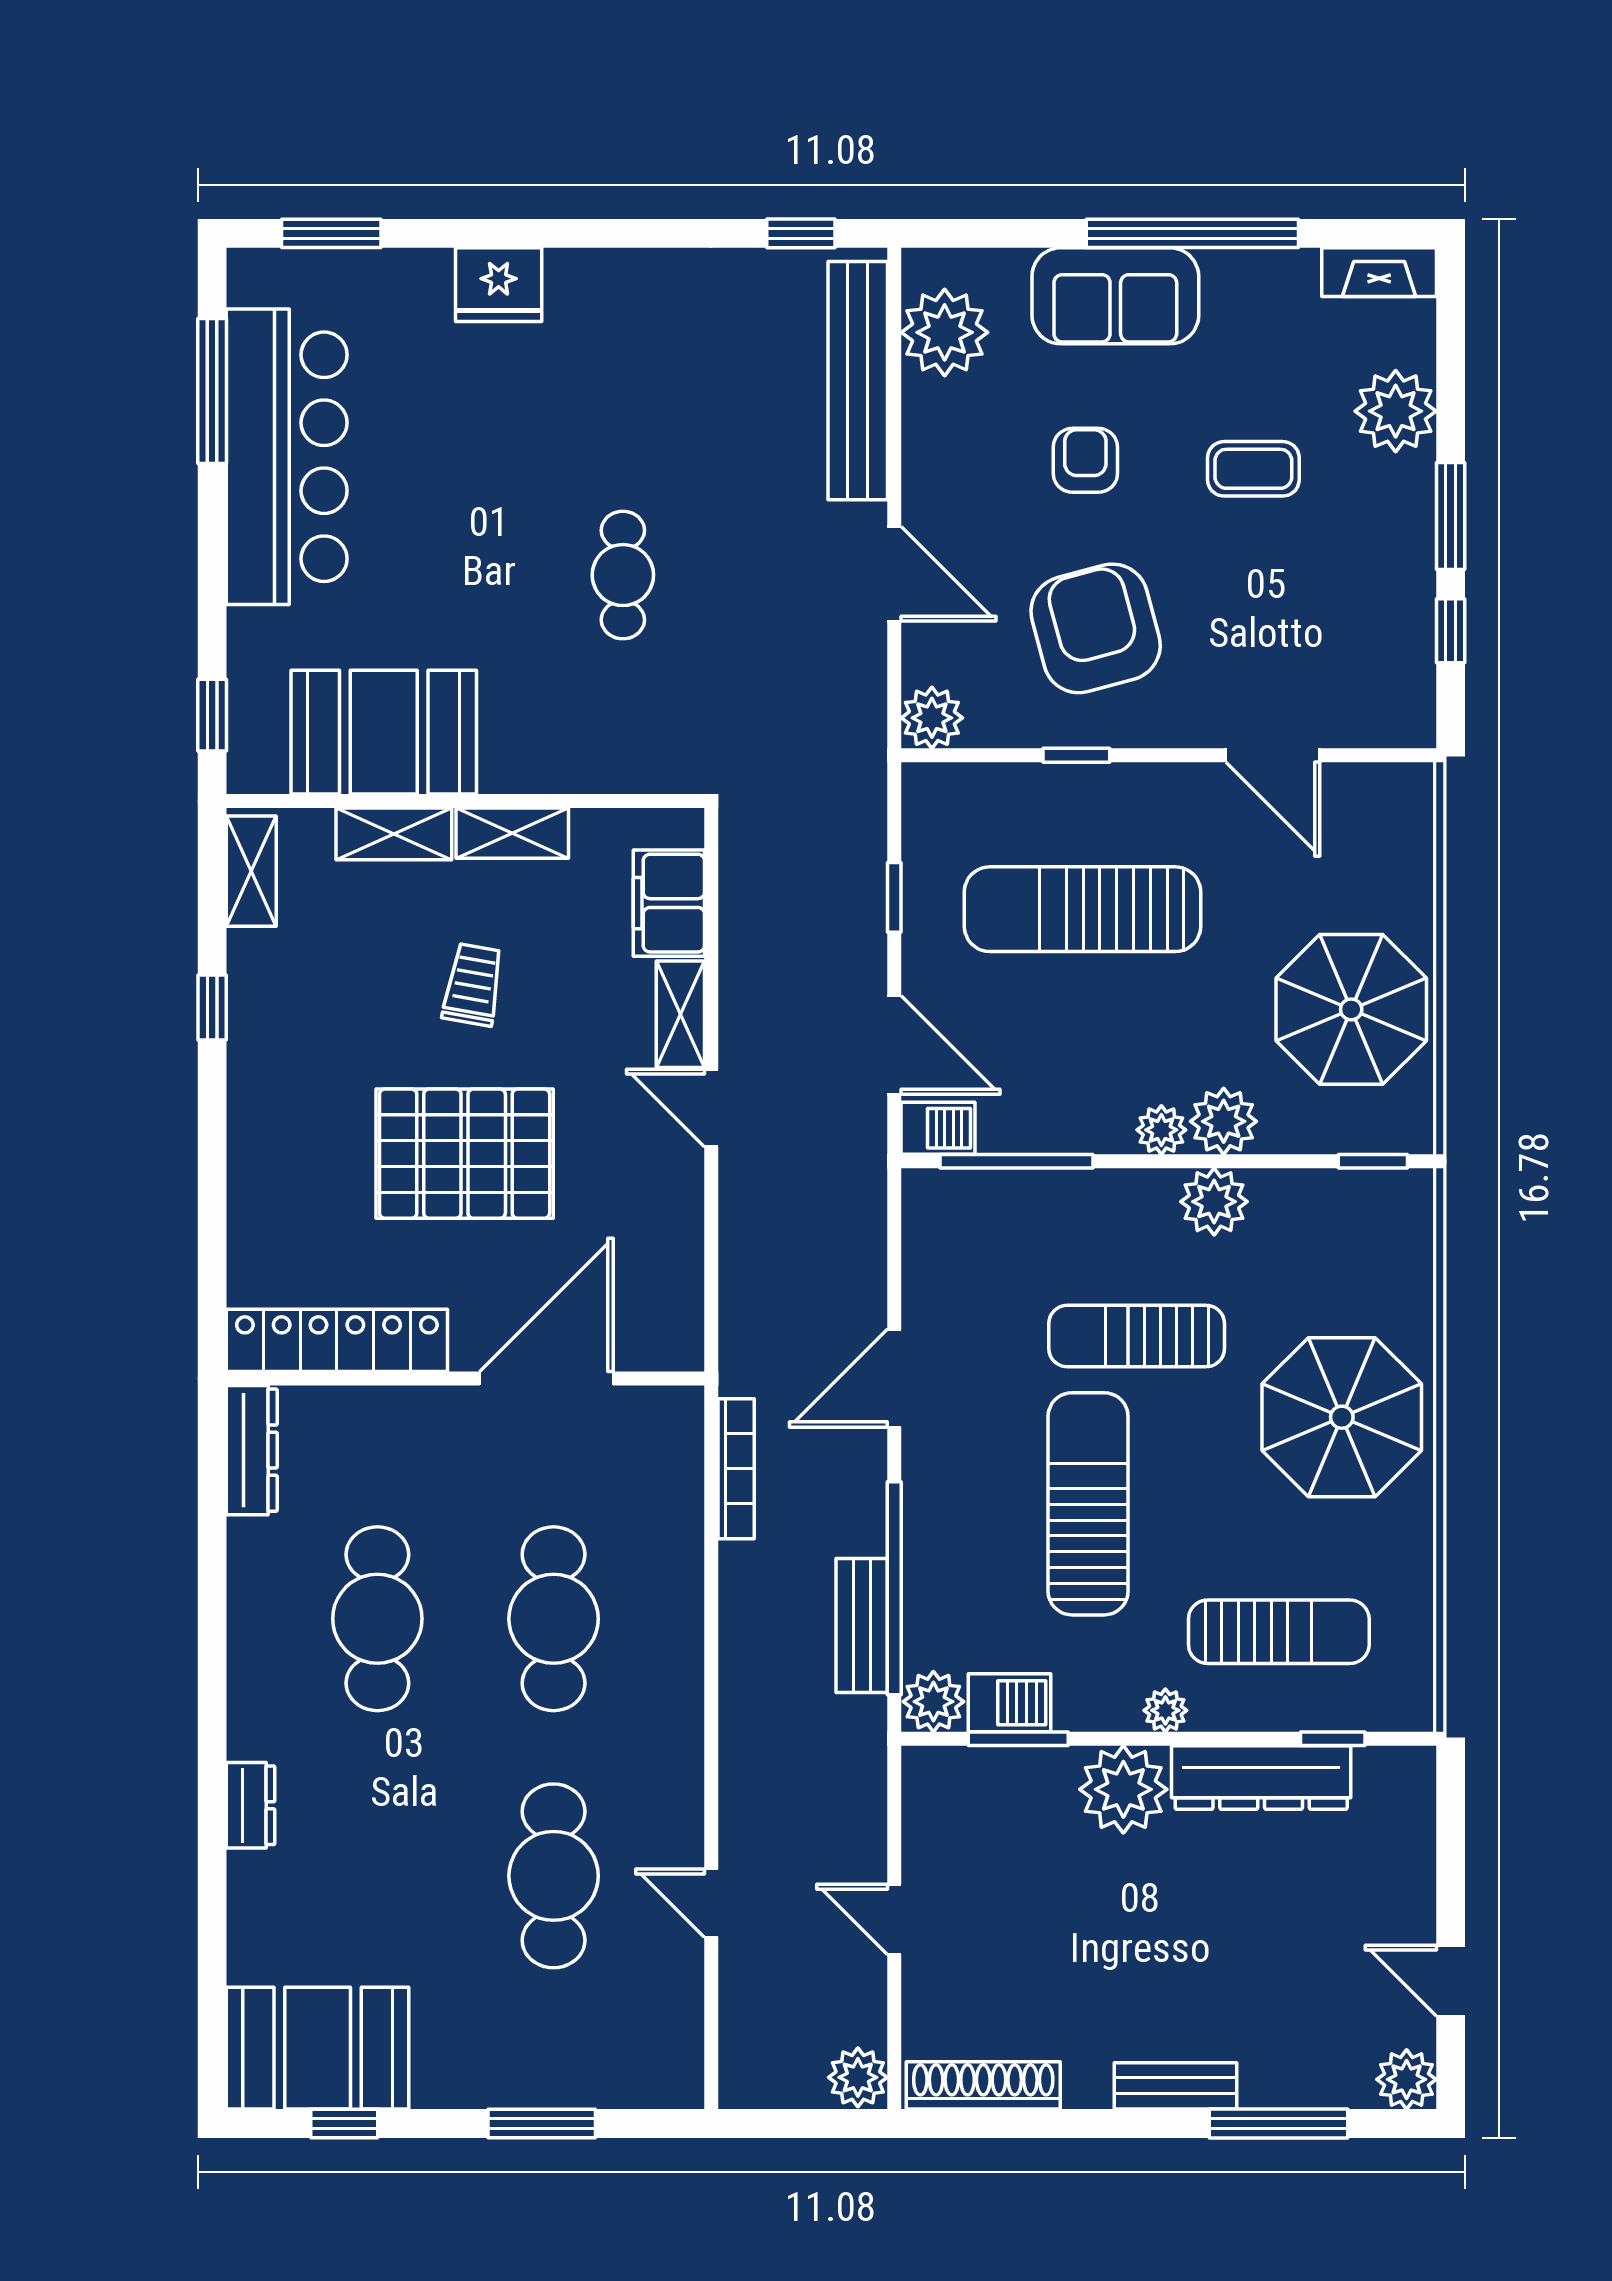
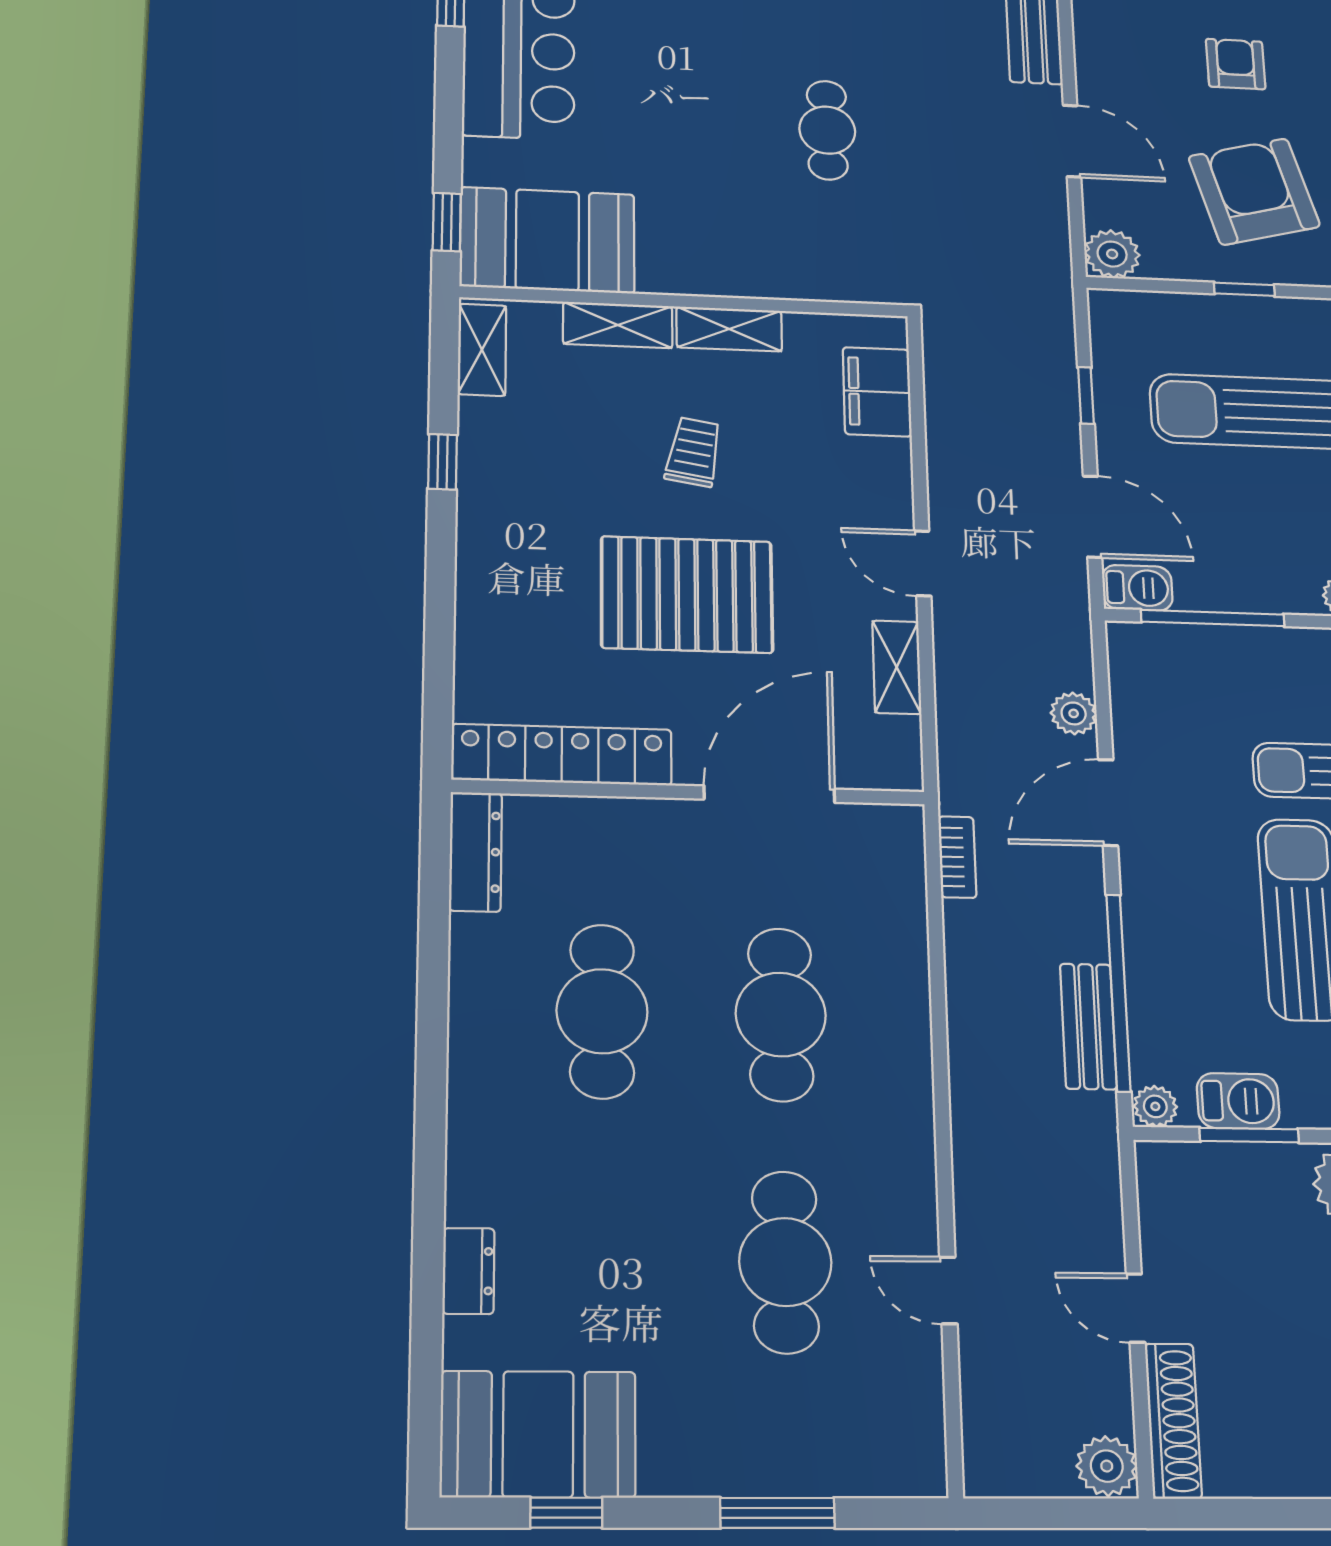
booth: (384, 732) -> (547, 240), moved
shelving: (680, 1014) -> (897, 667), moved
plant: (863, 1278) -> (1074, 713), added
bookcase: (736, 1469) -> (957, 857), width x0.64
plant: (933, 1702) -> (1155, 1106), width x0.73, depth x0.73
dresser: (251, 1805) -> (469, 1271), moved
shoe rack: (983, 2085) -> (1173, 1421), moved, turned 90

